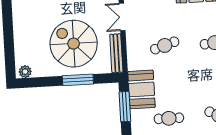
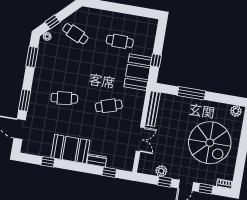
spiral stairs: (74, 44) -> (210, 143), moved
window: (125, 107) -> (156, 60), width x0.46

